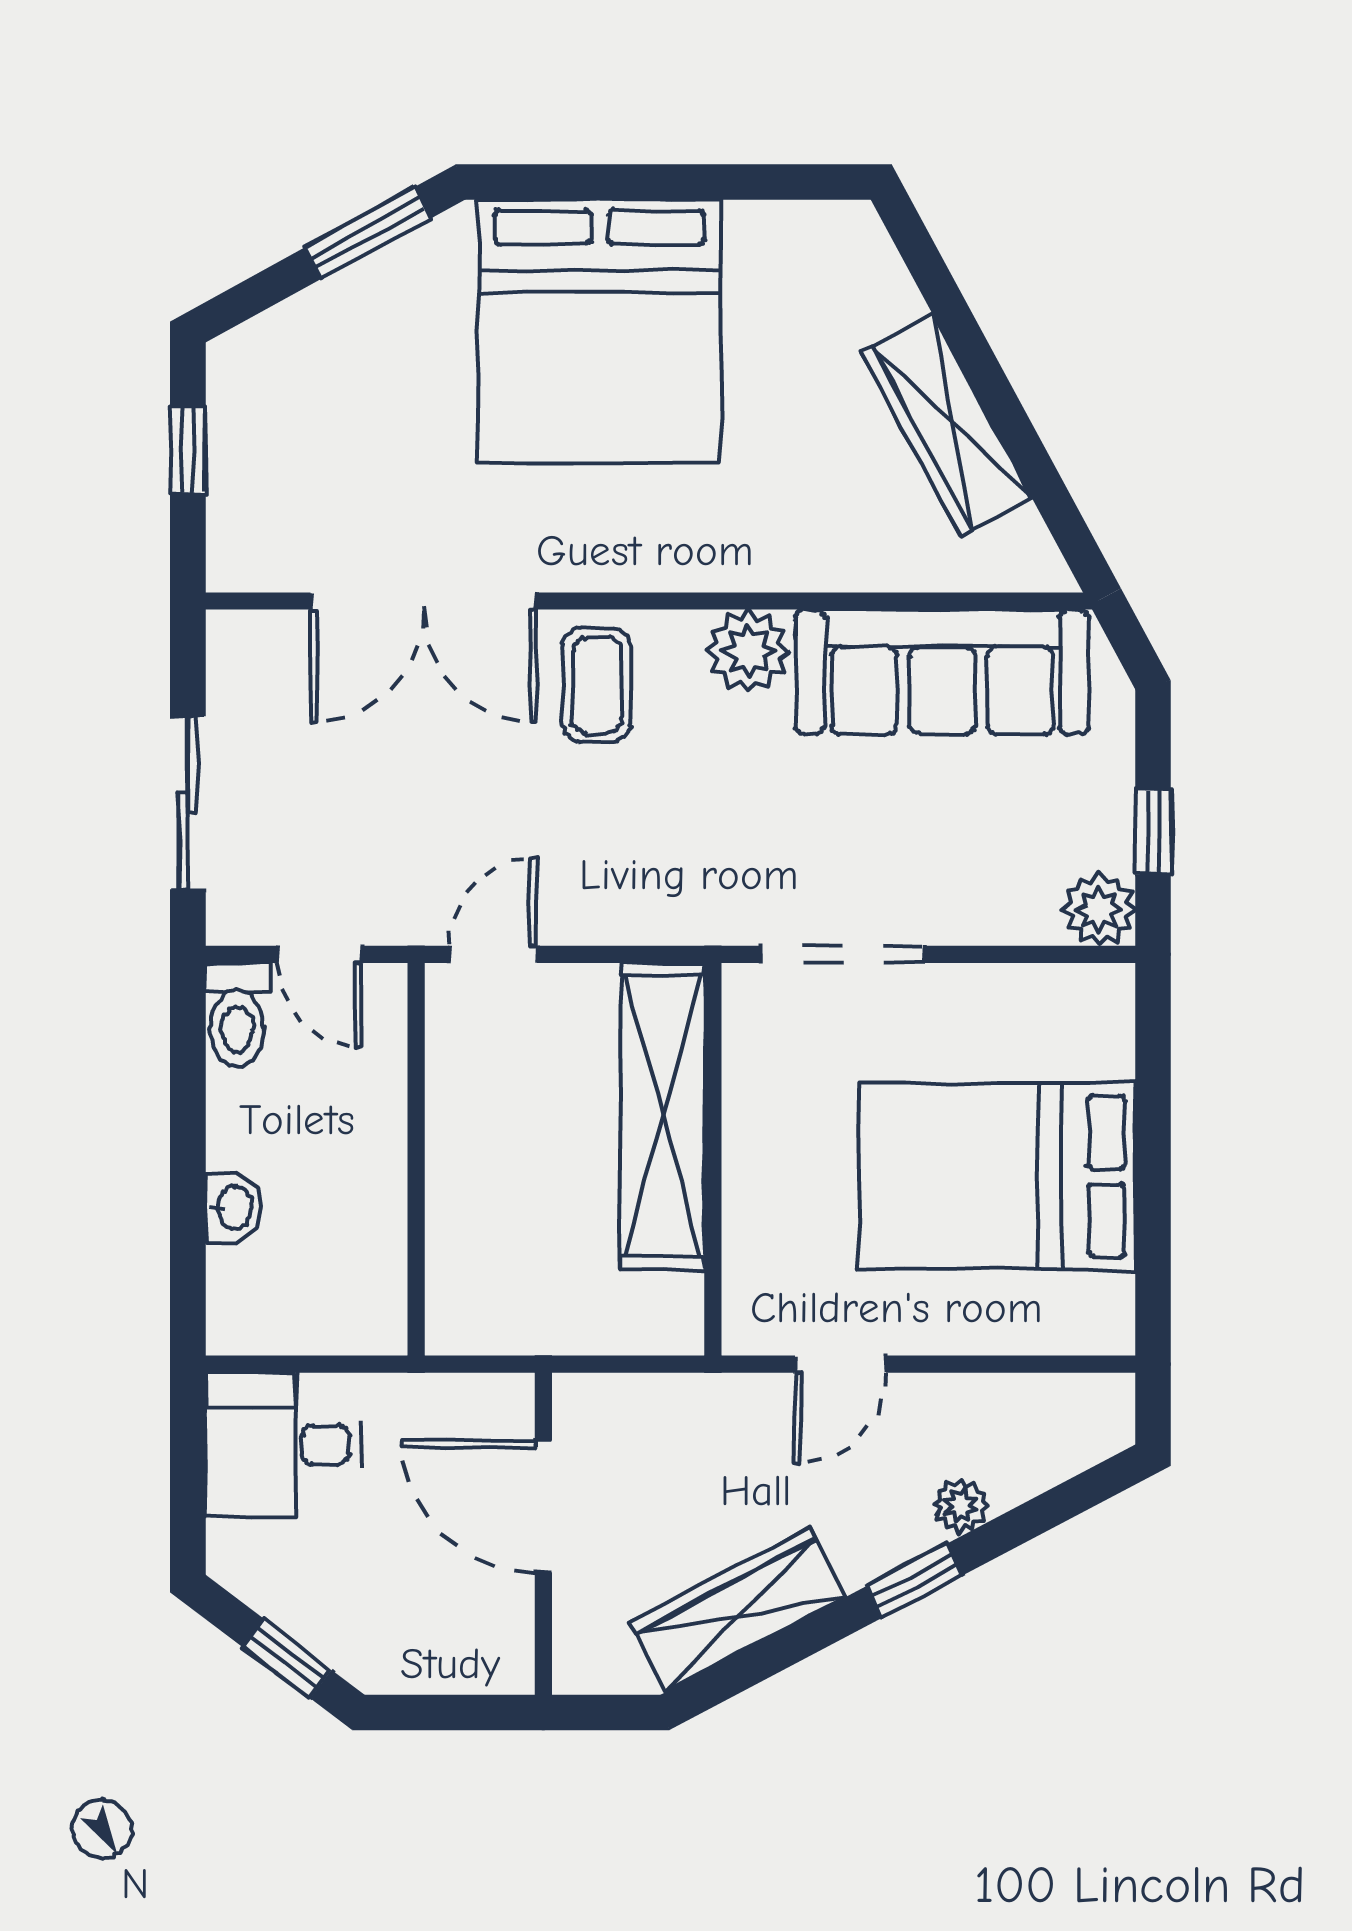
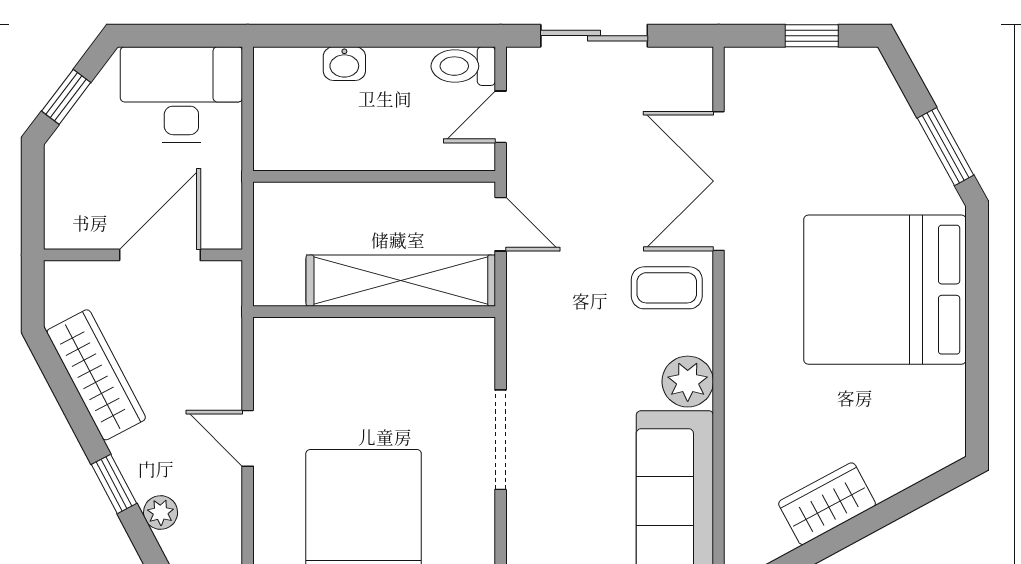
wardrobe: (946, 425) -> (827, 504), width x0.67
shelving: (663, 1116) -> (401, 281), moved
wall: (713, 1159) -> (374, 312), moved
desk: (283, 1445) -> (181, 95), width x1.37

